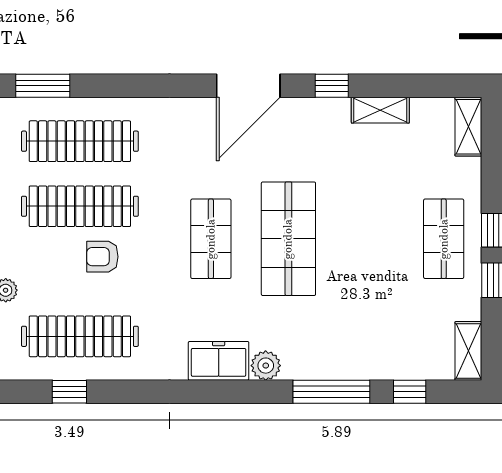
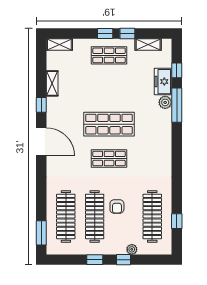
shelving: (468, 351) -> (148, 44), moved
freezer: (219, 361) -> (163, 82), moved
plant: (266, 366) -> (165, 102), moved

